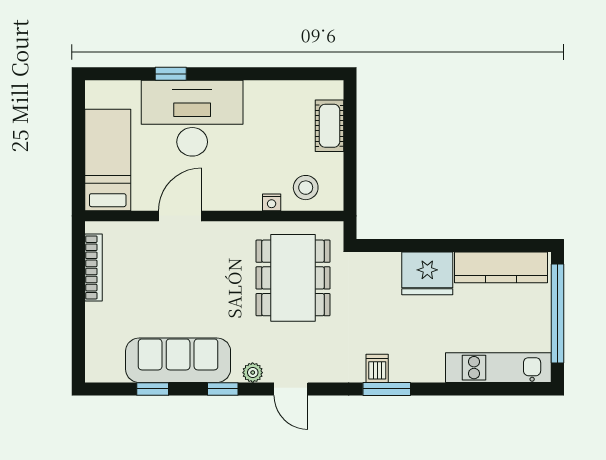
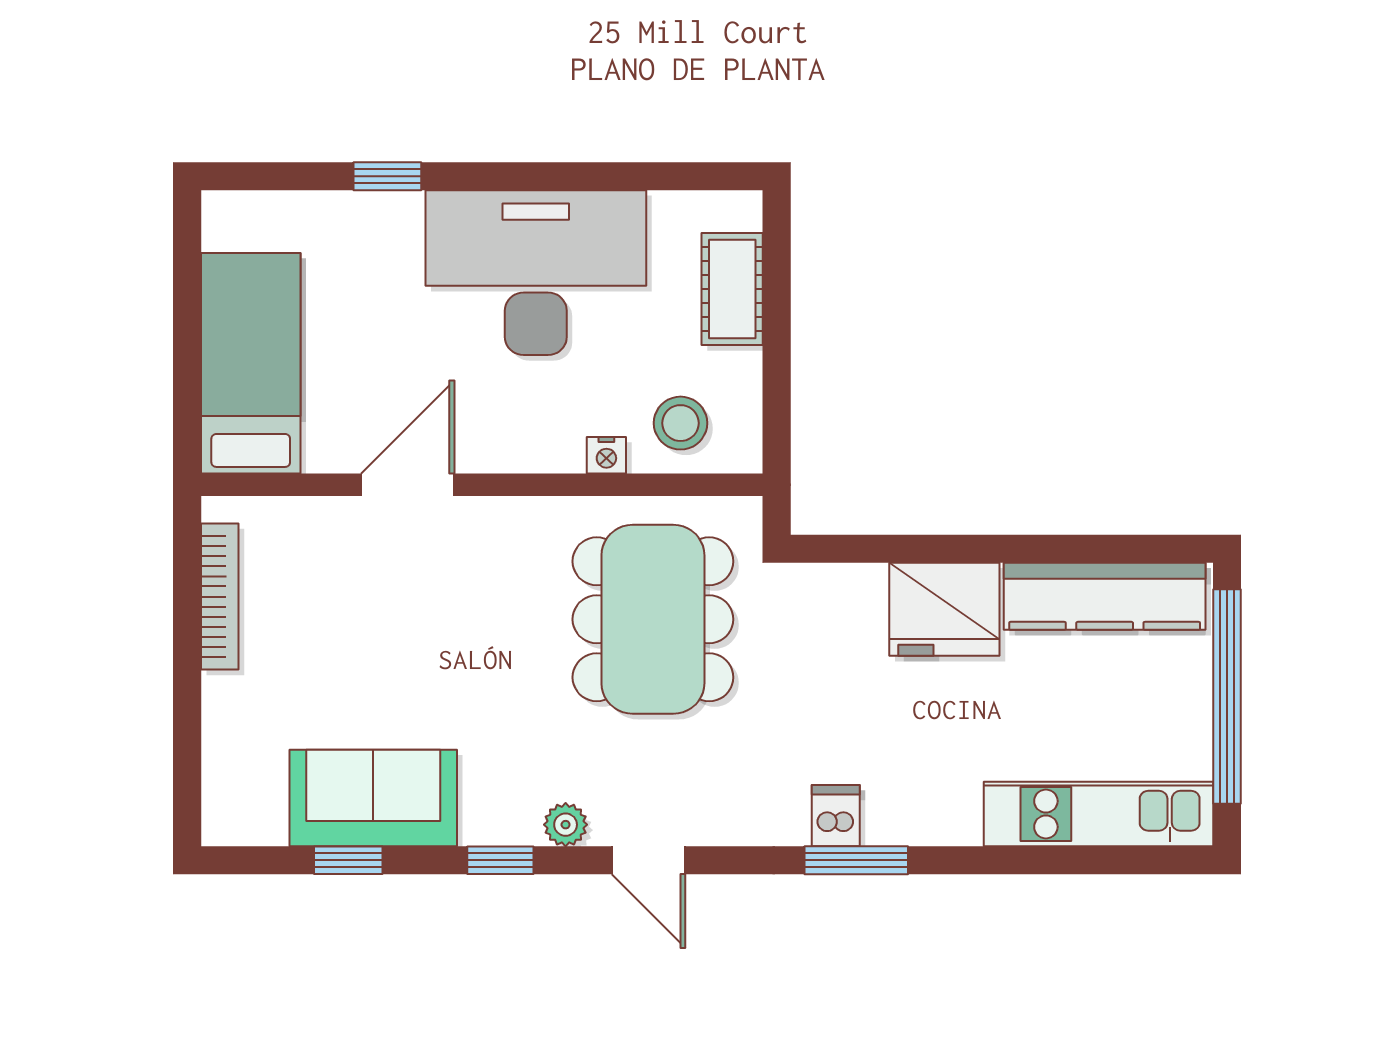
desk: (192, 118) -> (536, 273), moved
sofa: (178, 360) -> (373, 798), width x0.73

